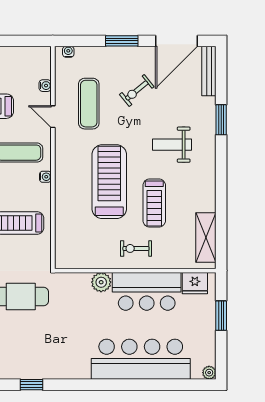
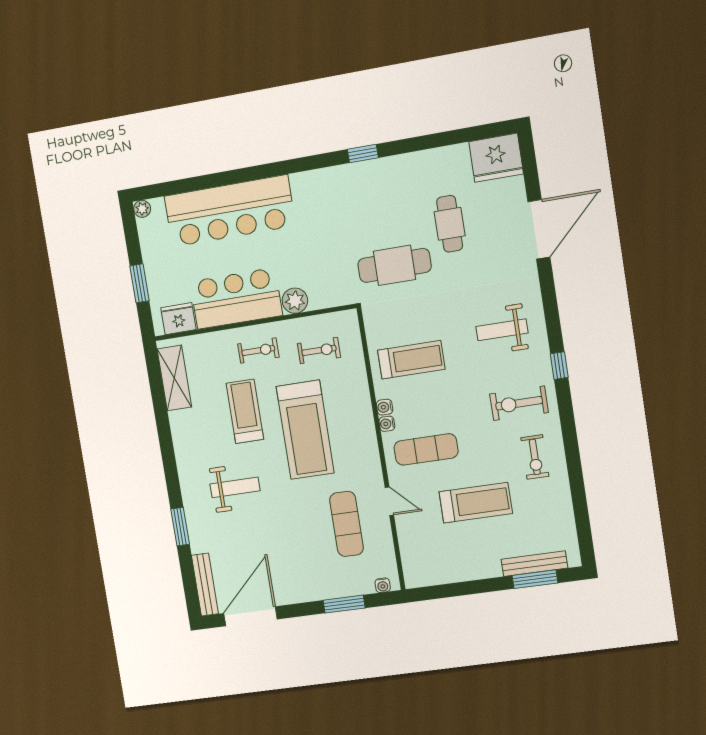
window: (122, 41) -> (344, 604), moved
water cooler: (45, 86) -> (385, 407), moved
exercise bike: (137, 91) -> (319, 350), moved, turned 39

